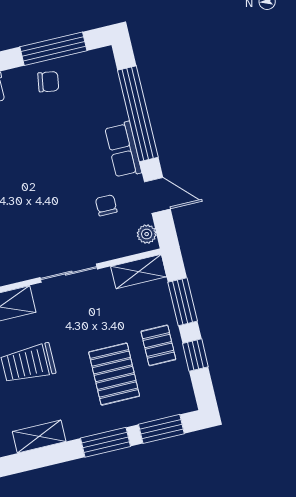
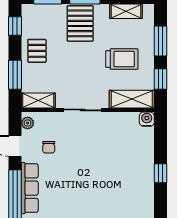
row of seats: (123, 150) -> (30, 188), width x1.48
window: (195, 355) -> (15, 26), moved
pallet: (114, 374) -> (80, 23), moved

